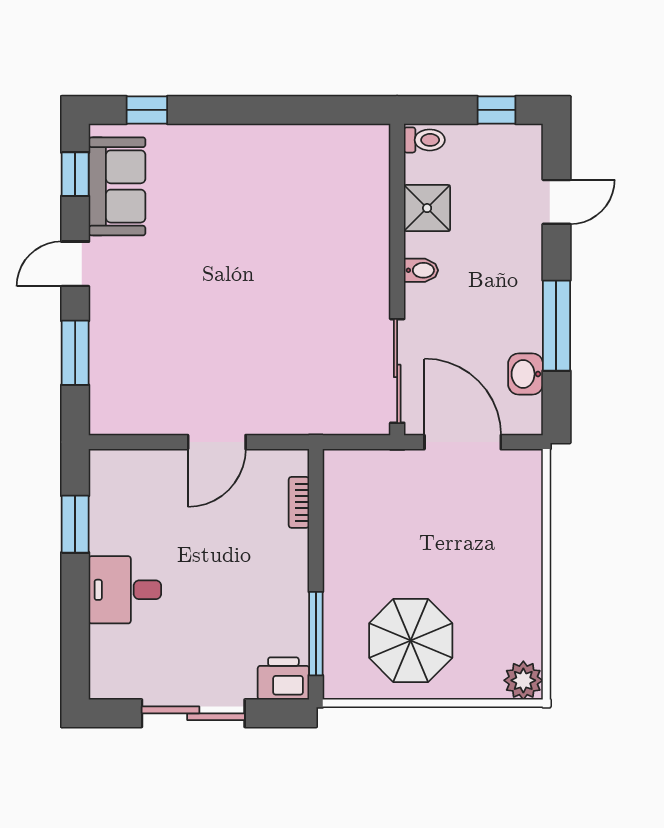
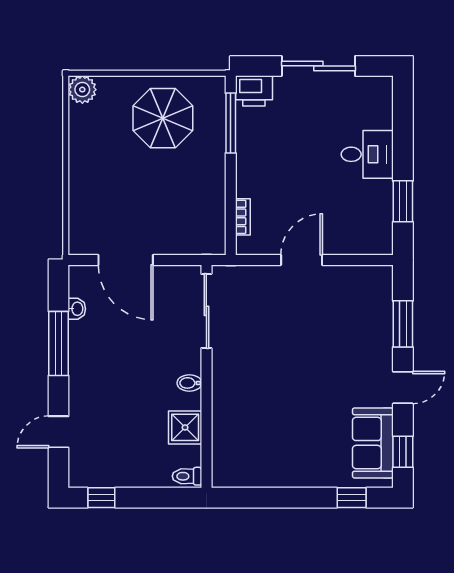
toilet: (424, 140) -> (187, 476), moved
shower: (427, 208) -> (185, 427), moved
bidet: (421, 270) -> (189, 383), moved
wall: (397, 279) -> (206, 376), moved
sliding door: (397, 371) -> (206, 311), moved
washbasin: (526, 374) -> (77, 309), width x0.72, depth x0.69

